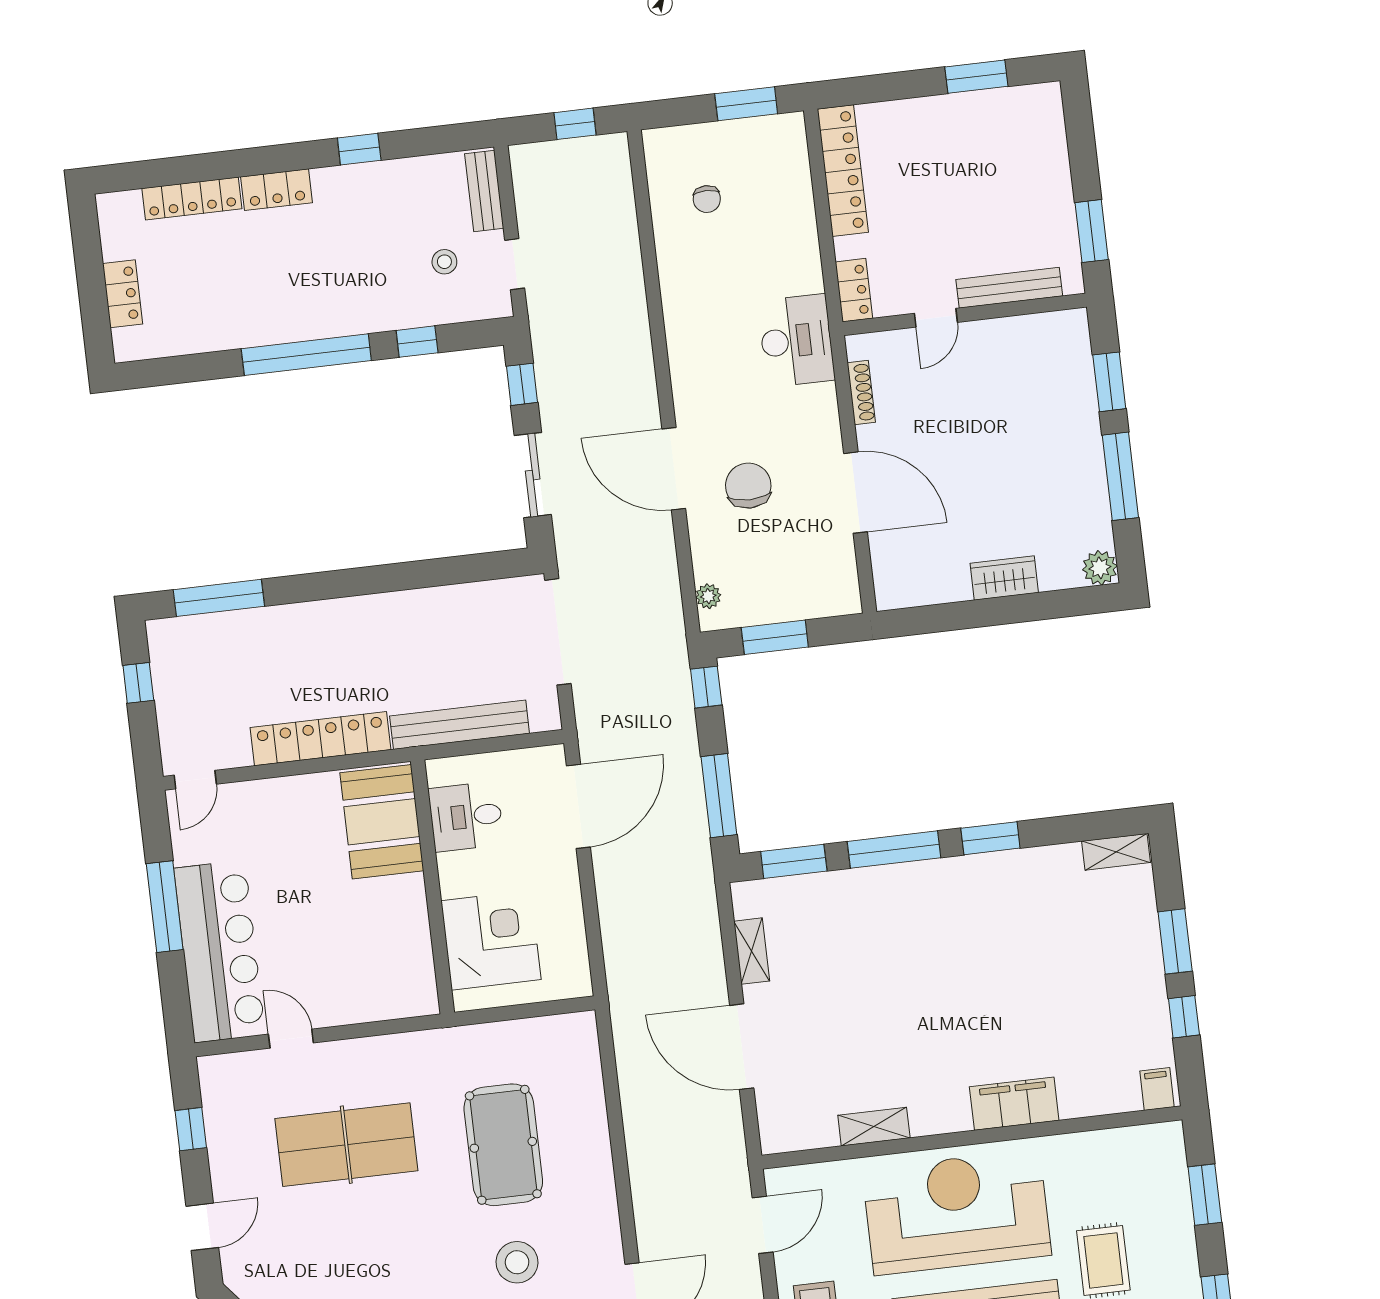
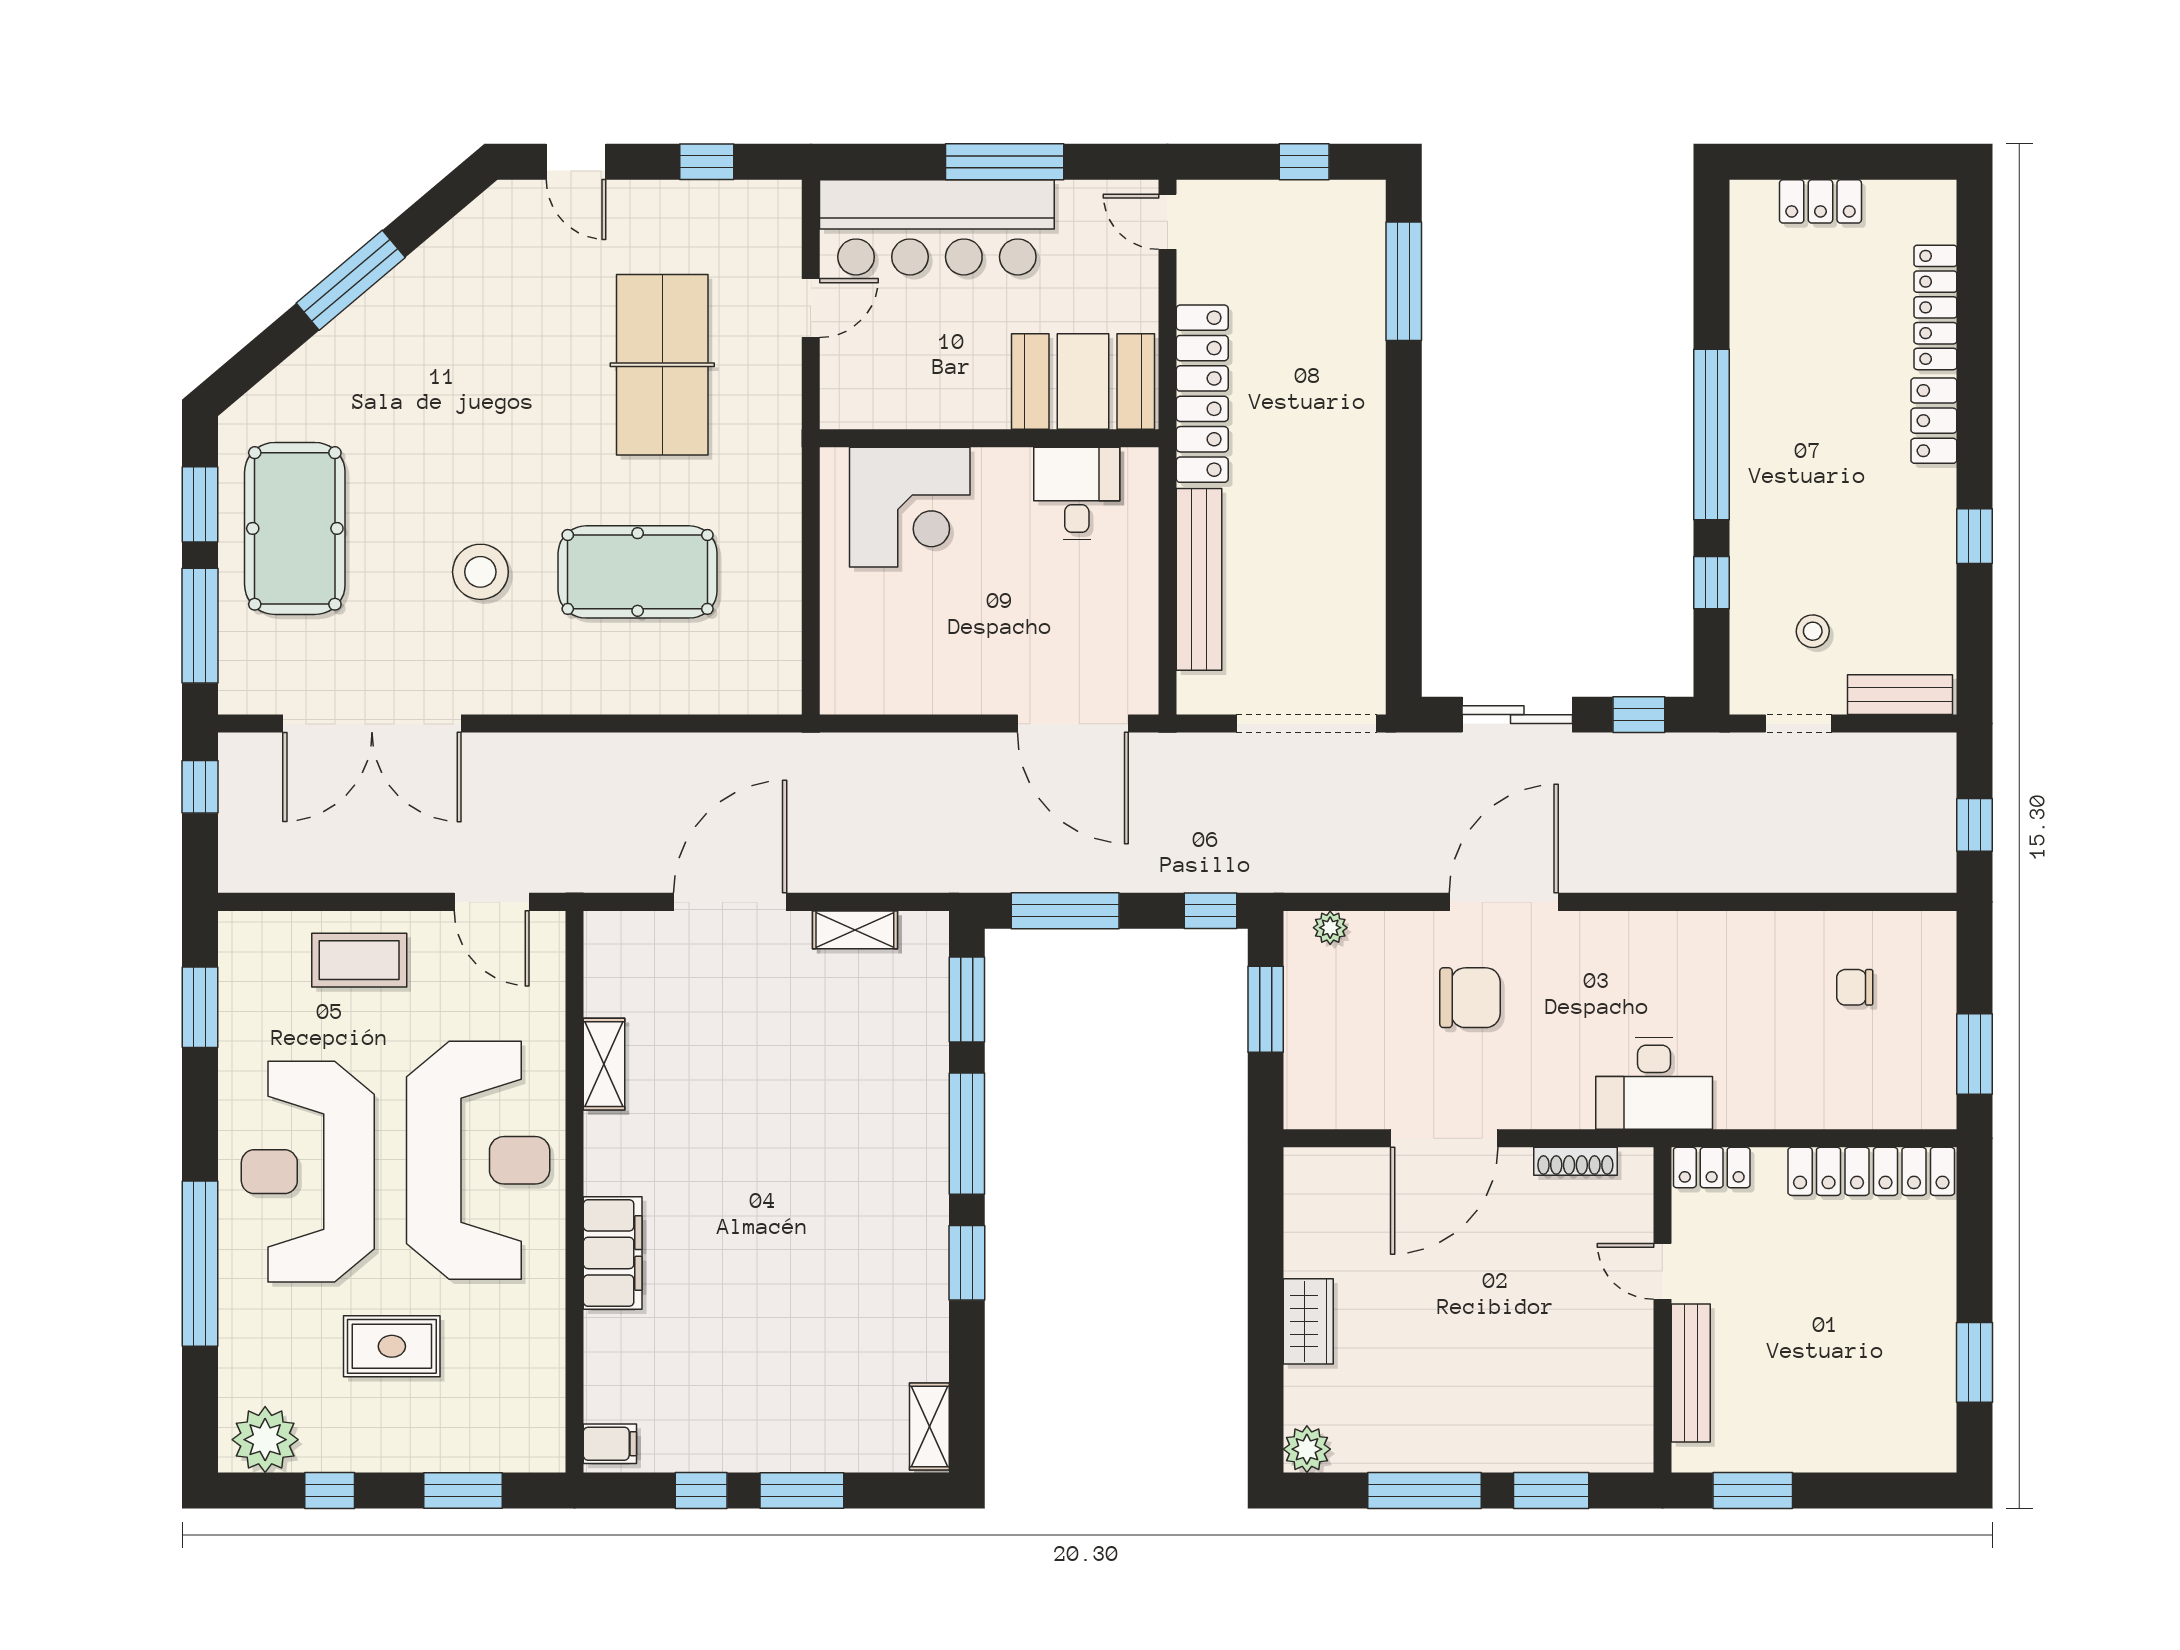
desk: (466, 817) -> (1077, 493), moved
booth: (382, 822) -> (1083, 381), moved
wall: (432, 887) -> (989, 438), moved
corner desk: (491, 940) -> (910, 507), moved

